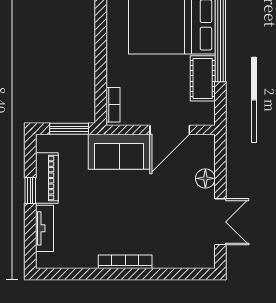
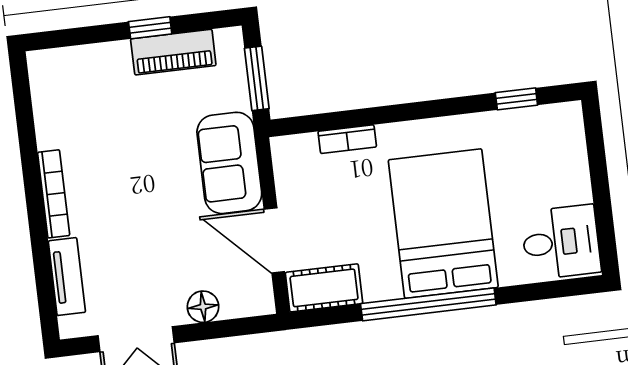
cot: (203, 78) -> (324, 288), moved
bookcase: (113, 105) -> (347, 139), moved
tv unit: (44, 228) -> (67, 277), moved, turned -90

